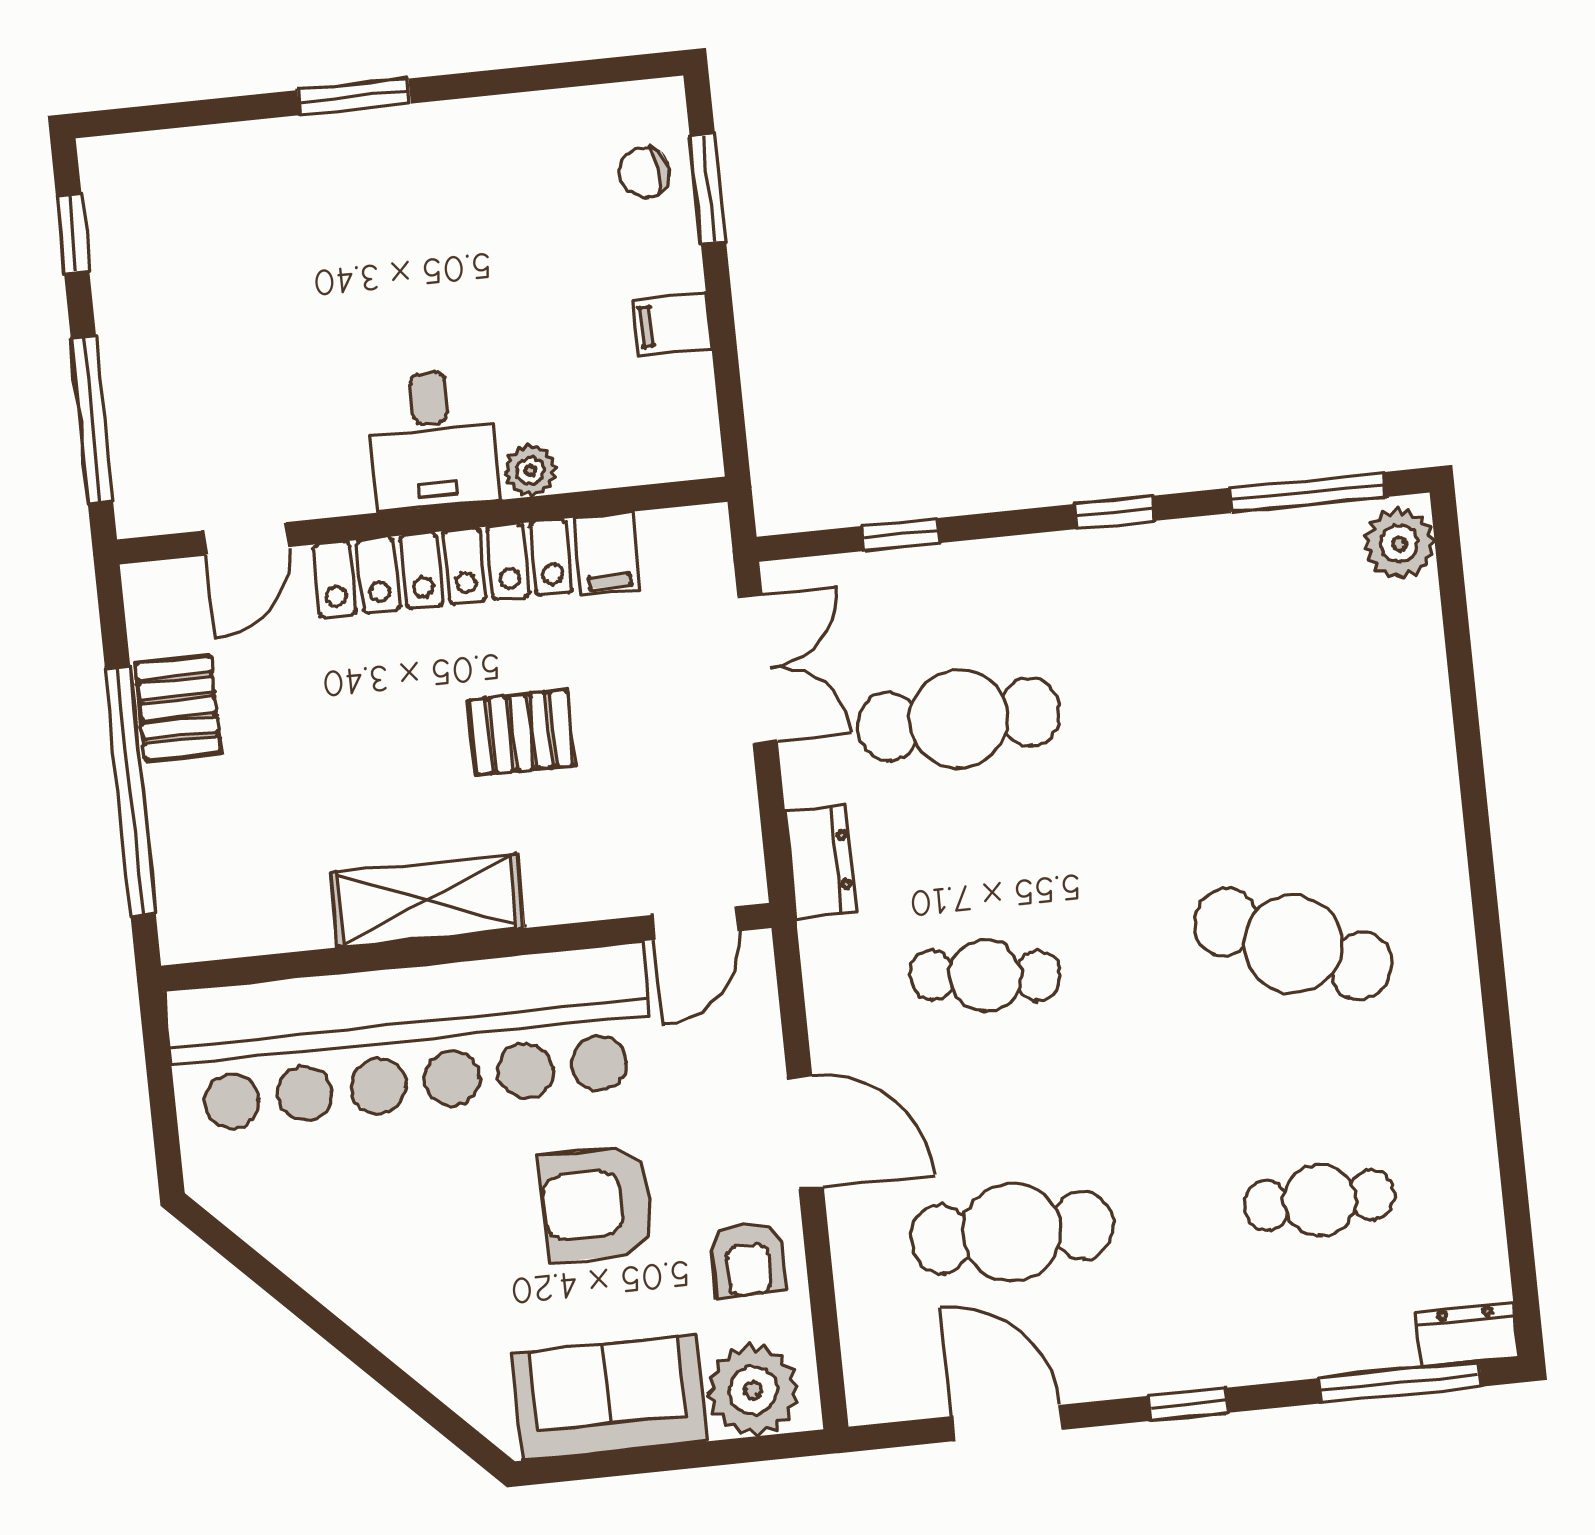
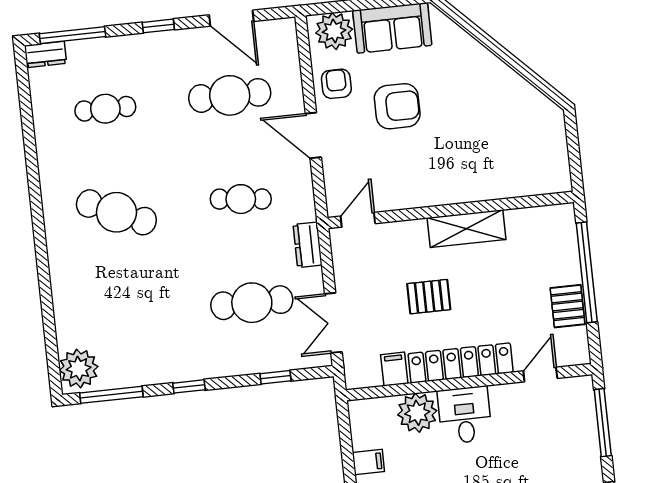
plant: (530, 471) -> (417, 413), width x1.88, depth x1.88
plant: (1399, 544) -> (79, 368), width x1.36, depth x1.36
bar counter: (411, 1038) -> (473, 173), removed

